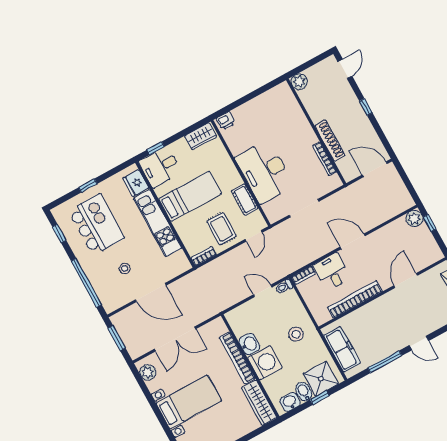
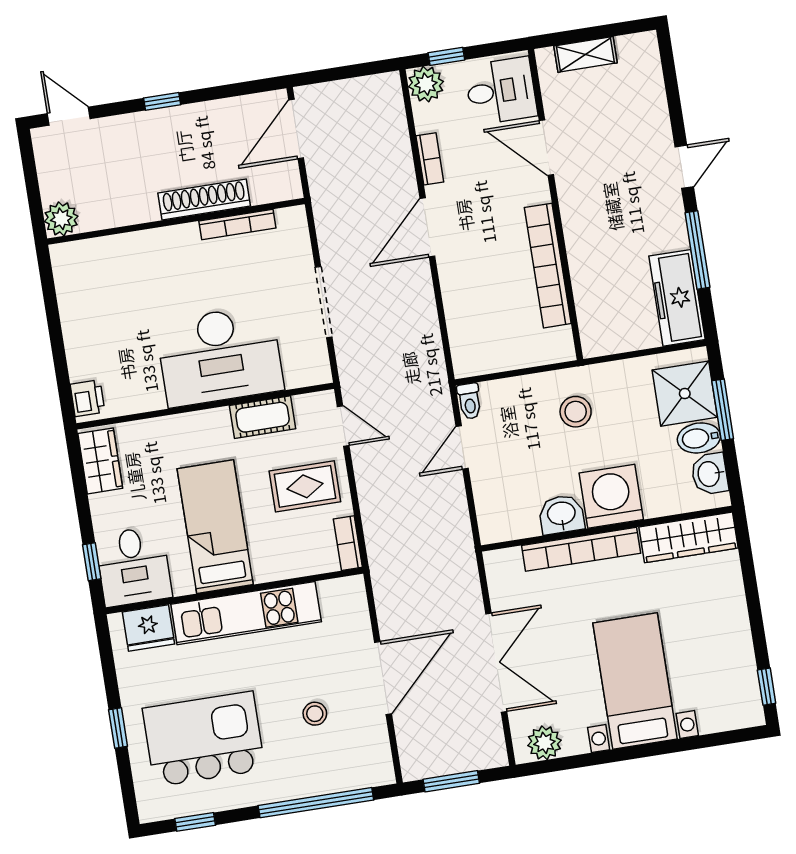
desk: (332, 272) -> (501, 91), moved, turned 180
bookcase: (303, 275) -> (430, 159), moved
freezer: (342, 349) -> (677, 298), moved, turned -90
window: (320, 398) -> (723, 410), width x1.50

